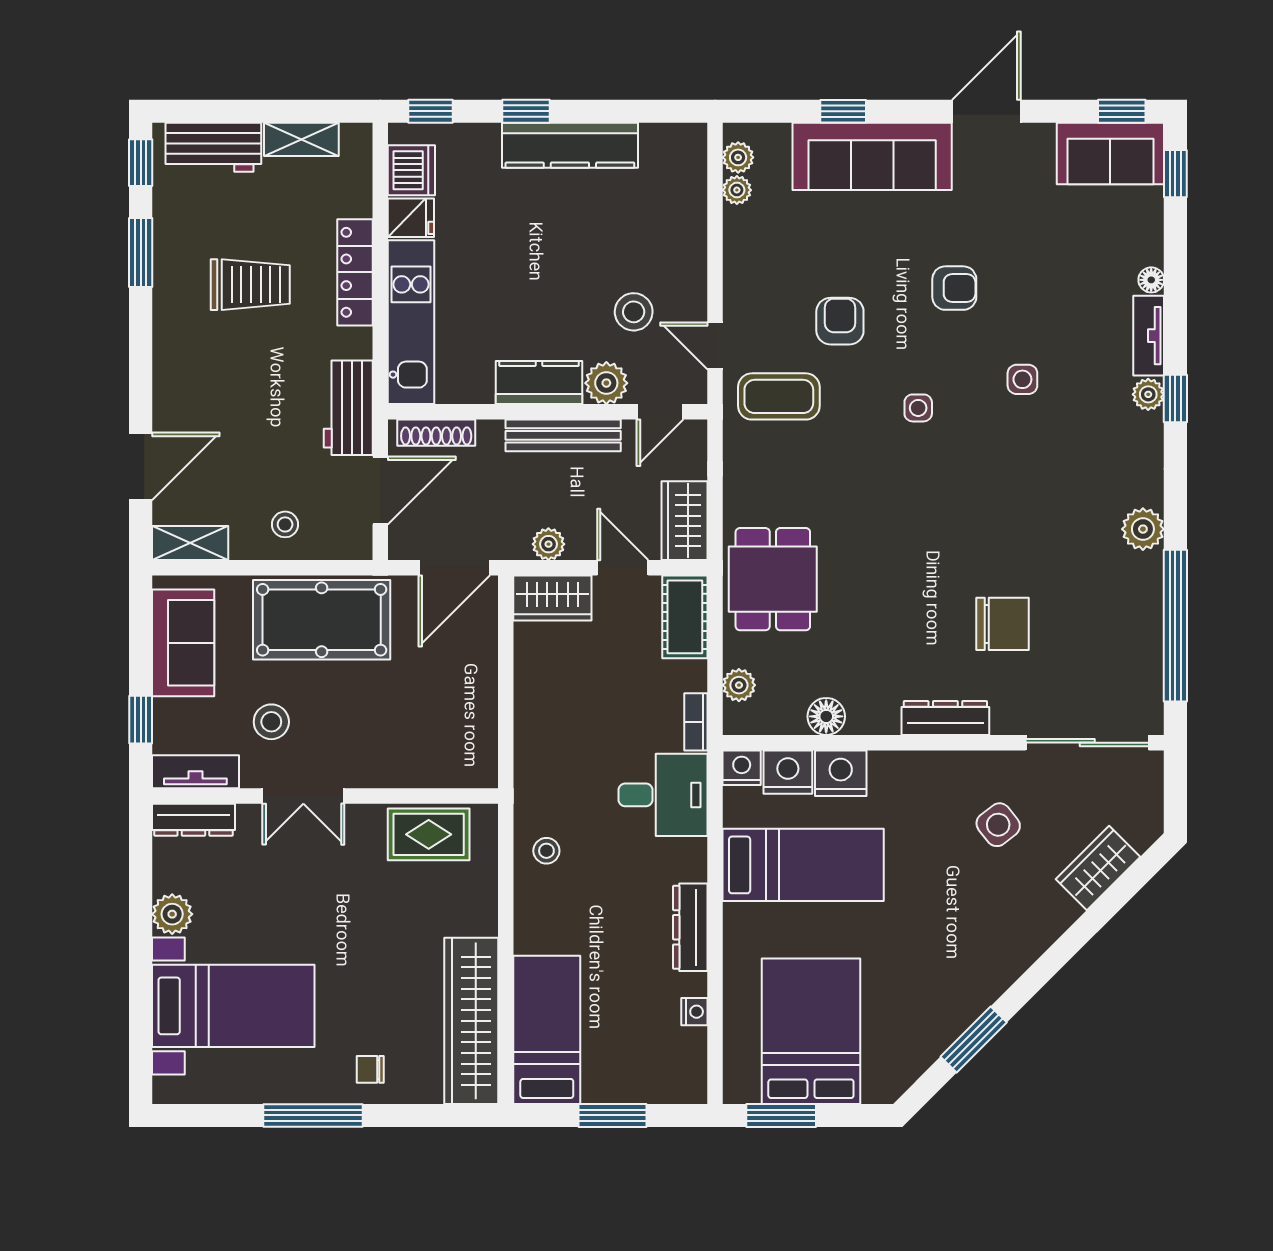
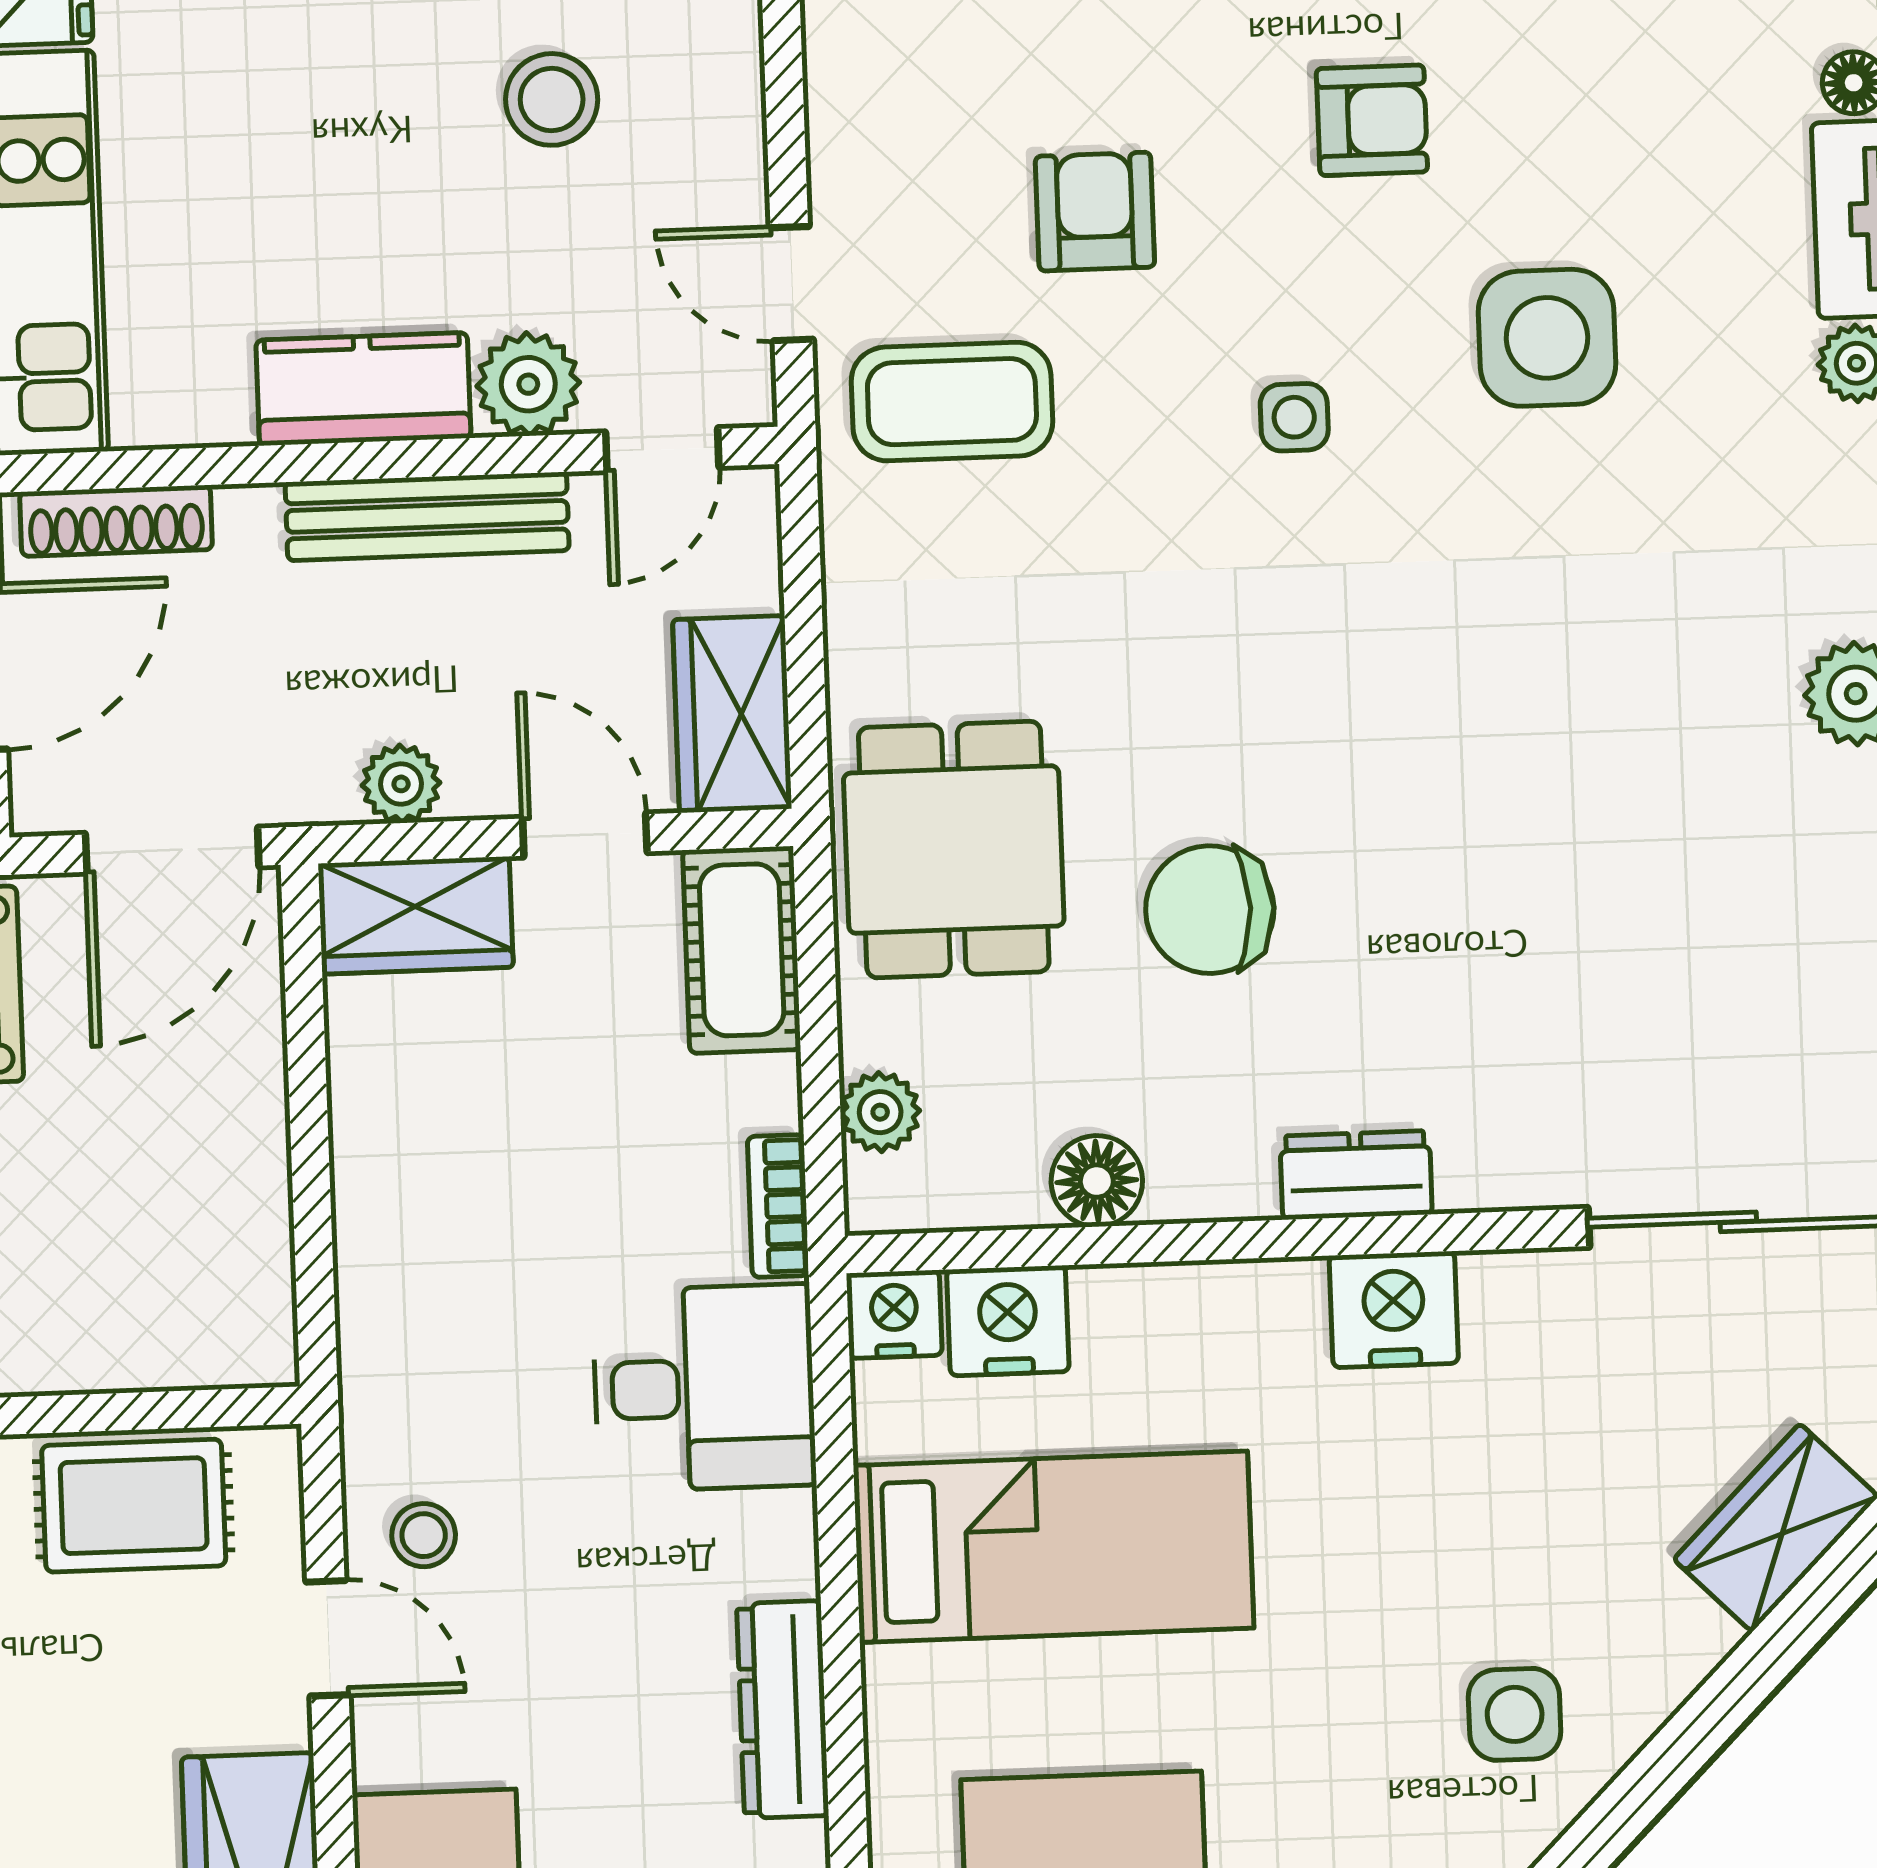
stool: (634, 312) -> (552, 99), moved
side table: (1022, 379) -> (1547, 338), width x1.87, depth x1.87
chair: (1002, 624) -> (1210, 910), moved, turned 180
dresser: (945, 718) -> (1356, 1175), width x0.70
nightstand: (841, 773) -> (1394, 1309), moved
side table: (998, 825) -> (1515, 1714), moved, turned 38
door: (506, 891) -> (328, 1638), added

